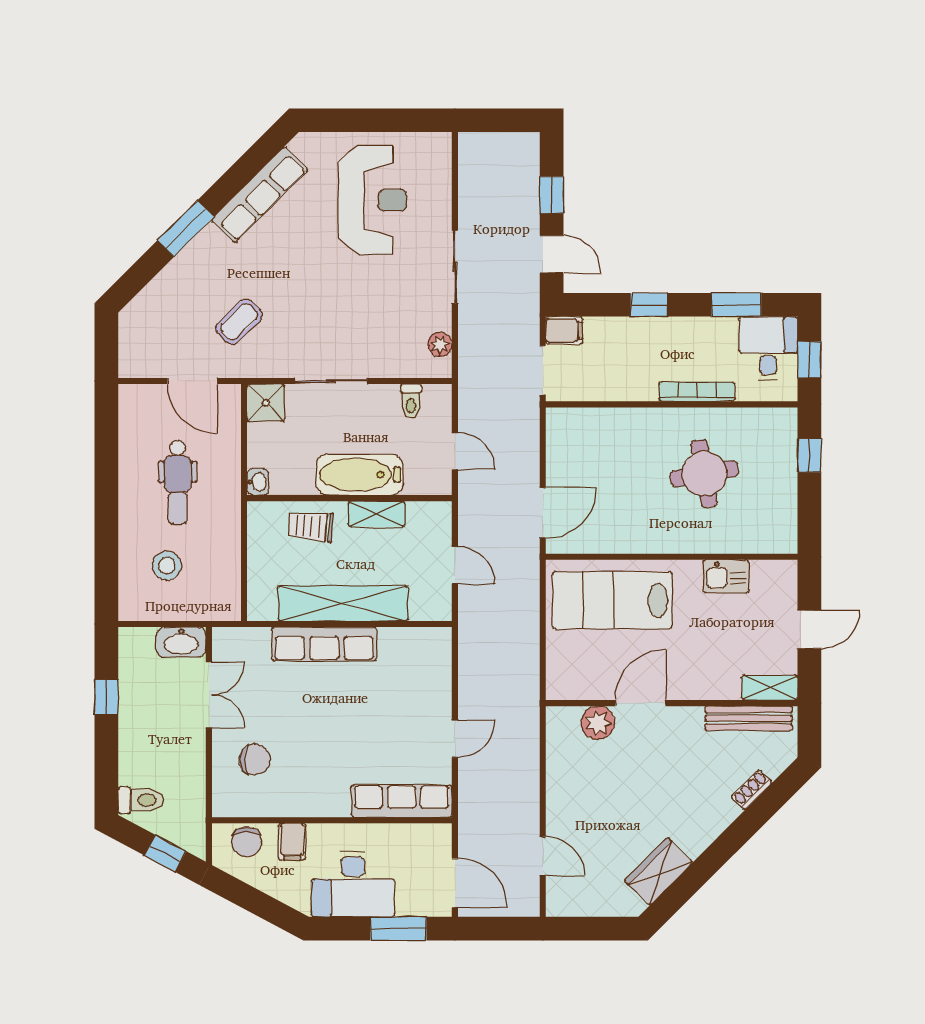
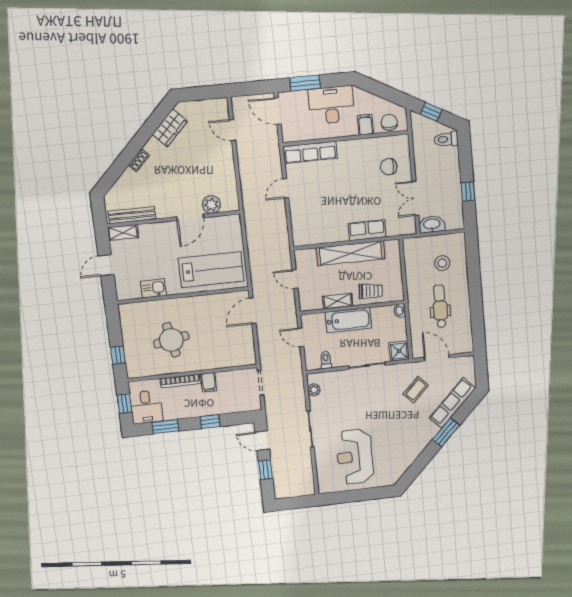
row of seats: (260, 195) -> (453, 403), moved
filing cabinet: (564, 330) -> (209, 382), moved, turned -90
row of seats: (324, 644) -> (367, 230), width x0.68
shoe rack: (752, 790) -> (139, 160), moved

